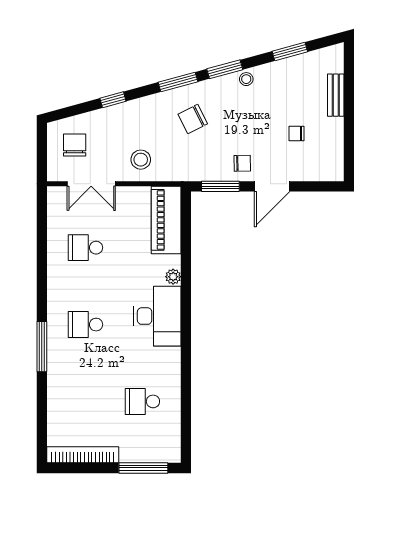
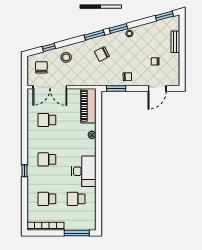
window: (290, 51) -> (164, 16), moved
window: (113, 100) -> (49, 47), moved
stool: (141, 160) -> (66, 57), moved
double door: (91, 184) -> (50, 87), width x1.37
door: (272, 186) -> (157, 89), moved
desk: (157, 316) -> (84, 171), moved
window: (42, 347) -> (25, 171), width x0.46
school desk: (85, 401) -> (47, 199), added

